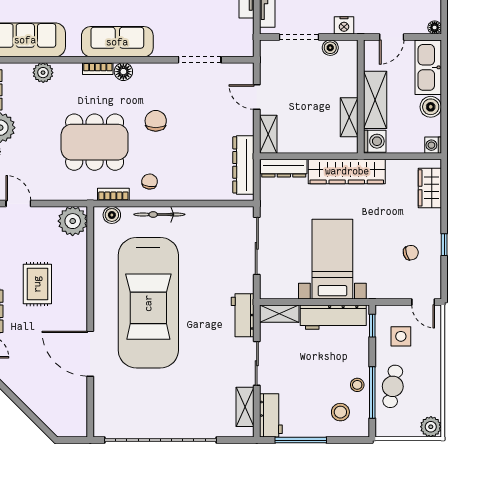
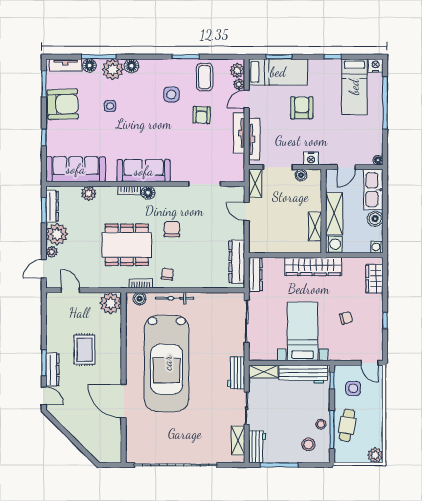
shelving: (268, 134) -> (255, 183), moved
dresser: (284, 168) -> (255, 274), moved, turned -90
chair: (411, 253) -> (346, 318), moved

